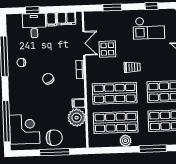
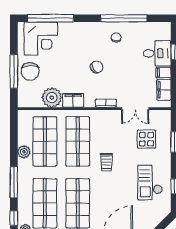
display table: (107, 49) -> (146, 139), moved
filing cabinet: (79, 103) -> (73, 100), width x2.00

